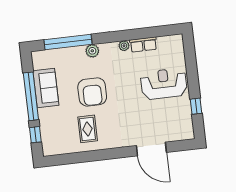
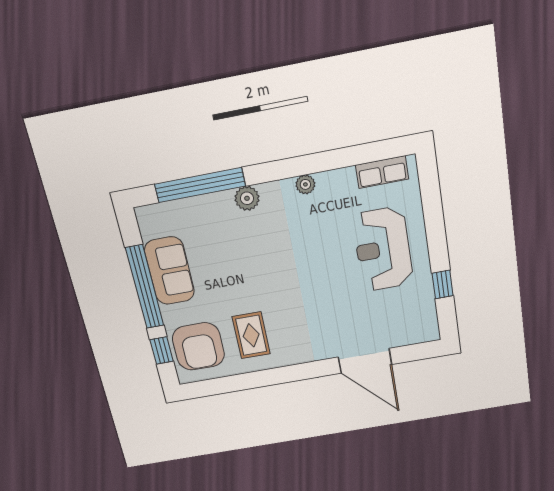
row of seats: (143, 45) -> (382, 172), moved
reception desk: (164, 84) -> (383, 249), turned -90
armchair: (92, 92) -> (198, 346), moved

